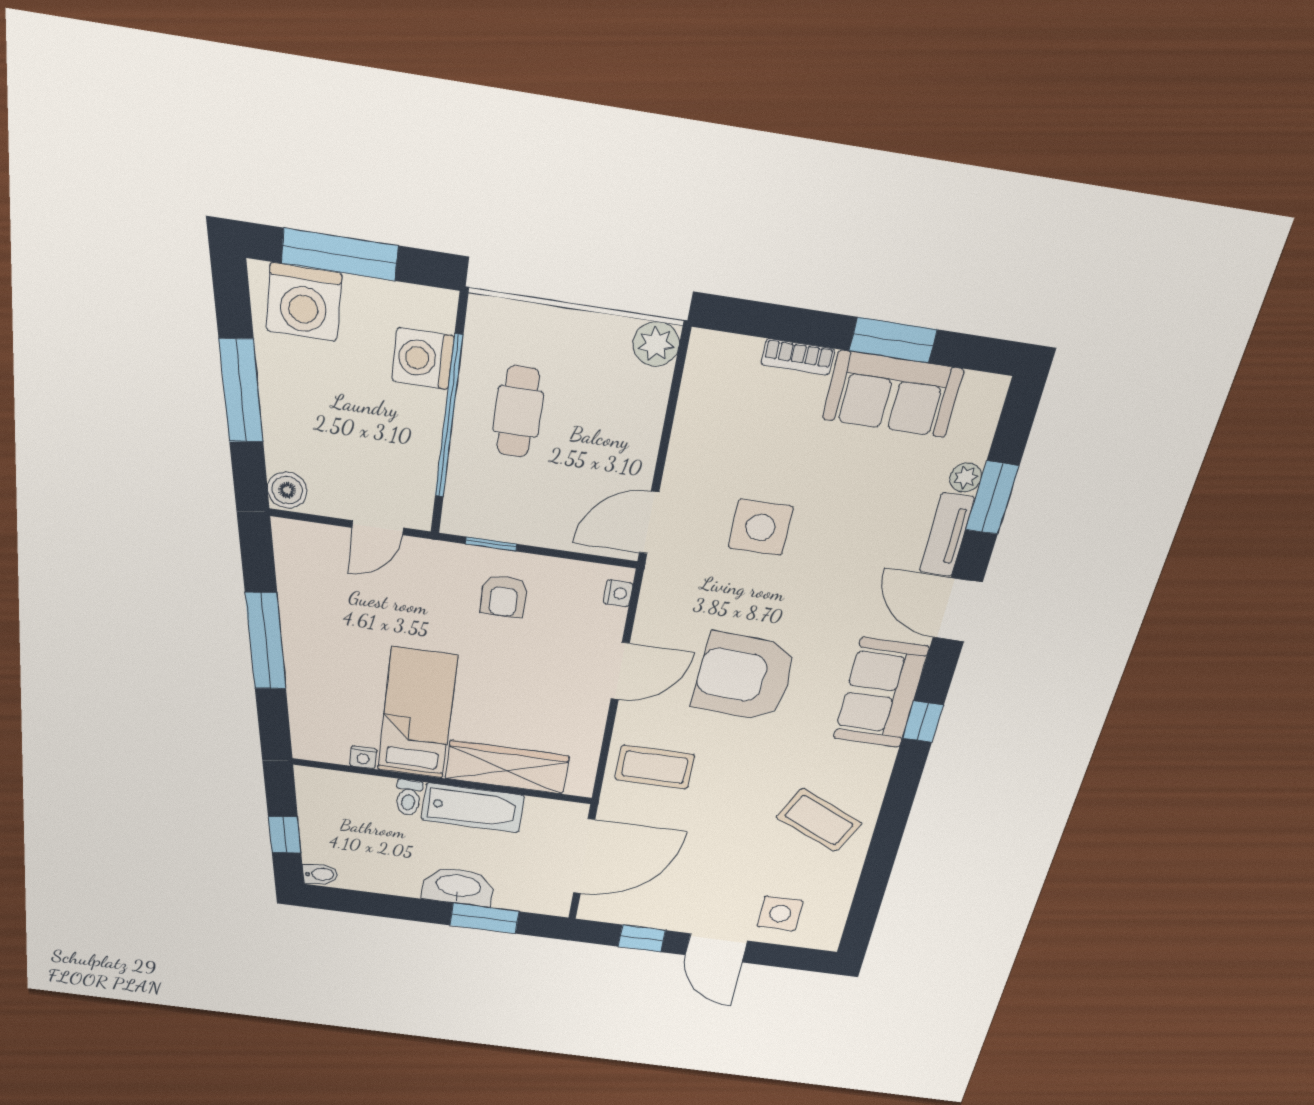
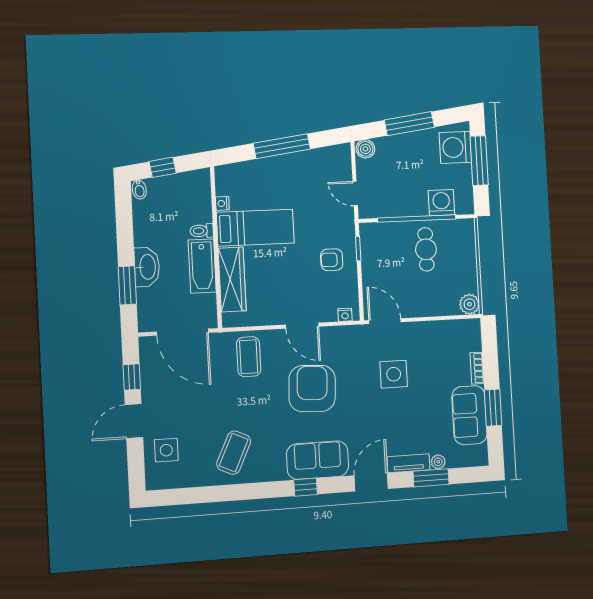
cafe table: (518, 412) -> (426, 249), turned 90

